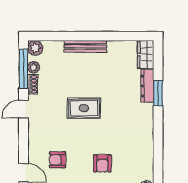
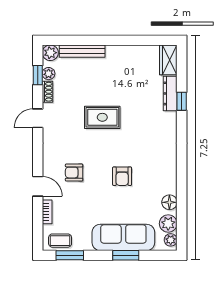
bench: (85, 46) -> (82, 51), moved
window: (23, 69) -> (38, 75), width x0.46
window: (158, 93) -> (182, 101), width x0.67

